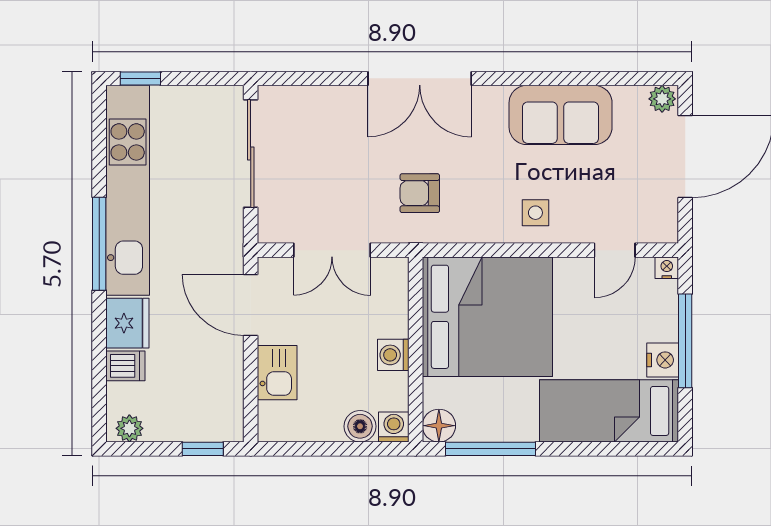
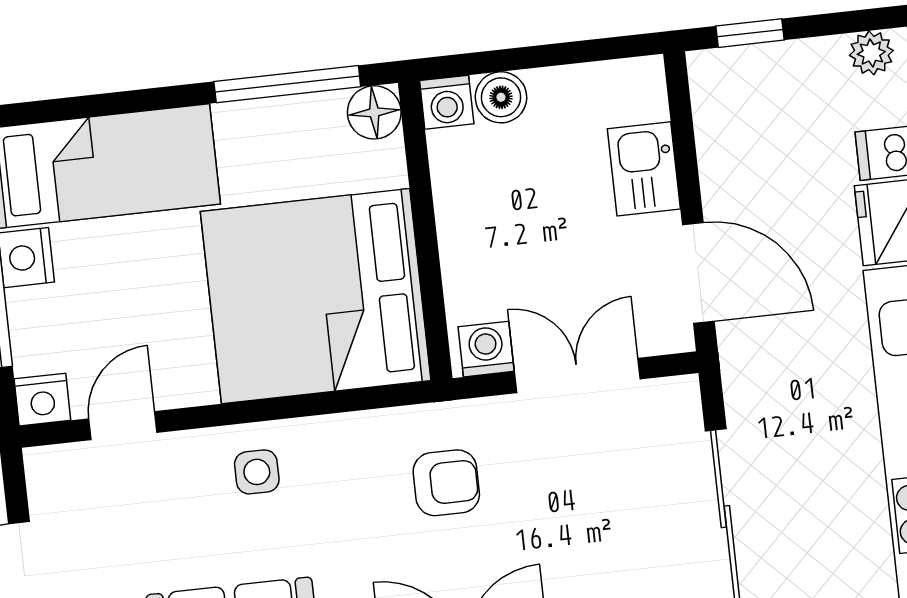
nightstand: (667, 268) -> (42, 400), width x1.39, depth x1.35
washing machine: (393, 355) -> (486, 349), moved, turned -90

